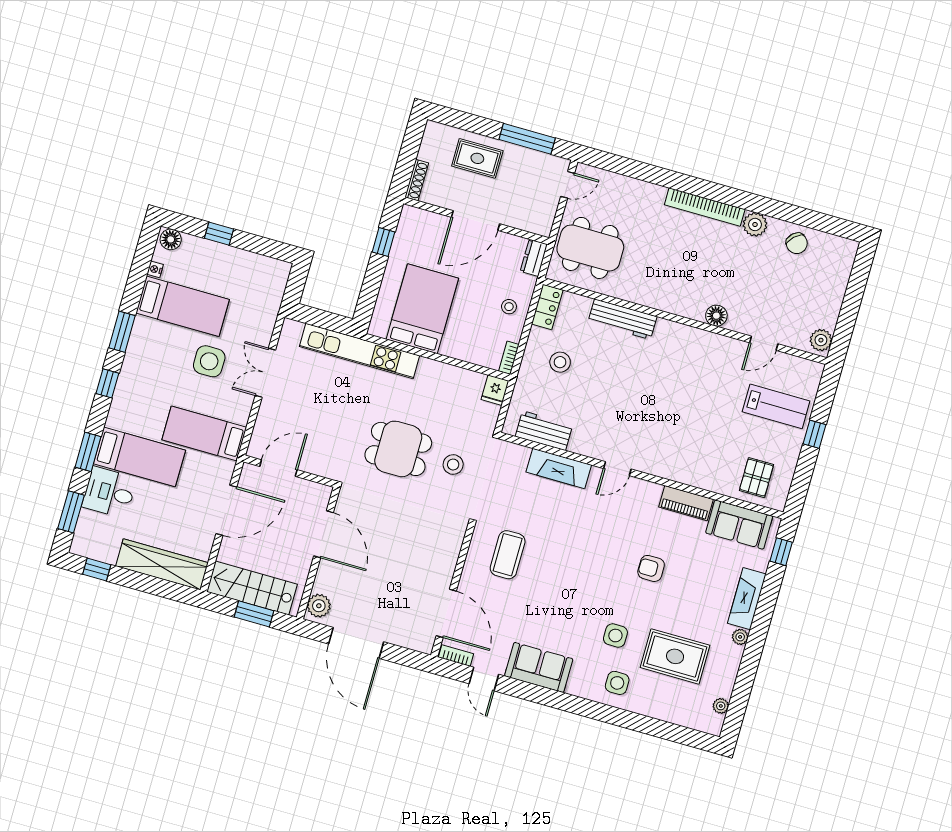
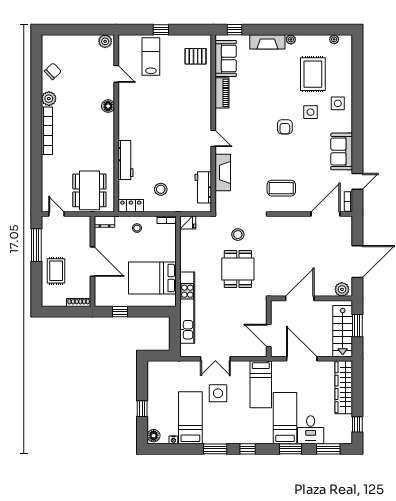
armchair: (651, 568) -> (285, 127), moved

